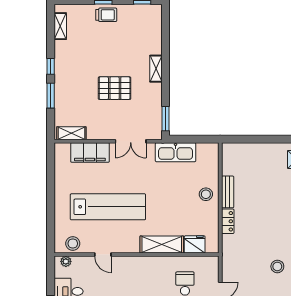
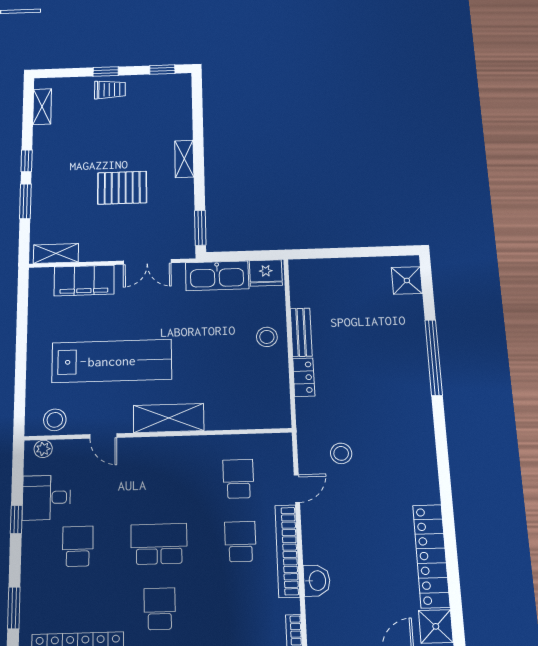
fridge: (195, 244) -> (266, 273), moved, turned 180
shelving: (162, 245) -> (169, 418), moved
stool: (277, 266) -> (341, 453), moved

